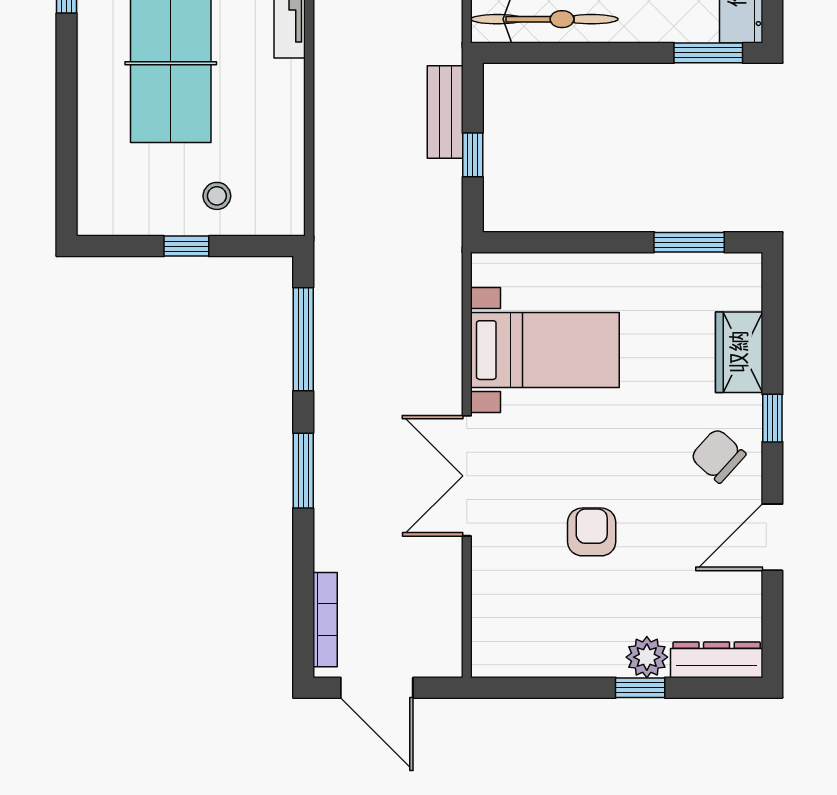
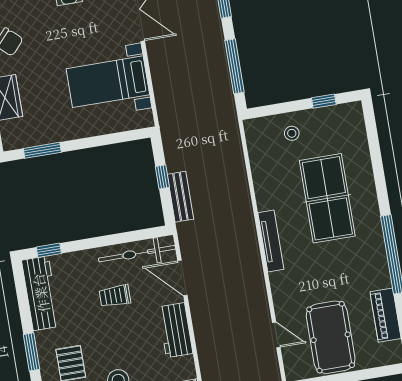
window: (708, 53) -> (49, 250), width x0.67
window: (186, 246) -> (324, 101), moved

